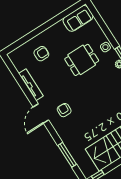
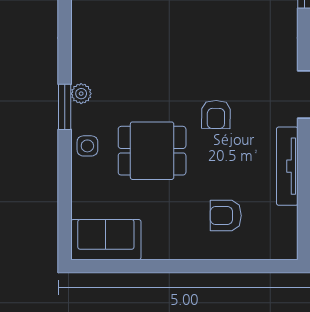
armchair: (64, 110) -> (216, 115), moved

